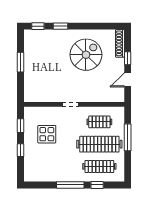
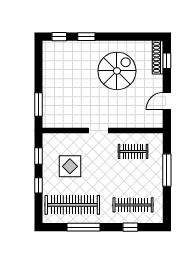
window: (128, 58) -> (167, 61), moved
window: (21, 62) -> (38, 104), moved
clothes rail: (99, 144) -> (72, 205), moved
window: (70, 185) -> (84, 227), moved

